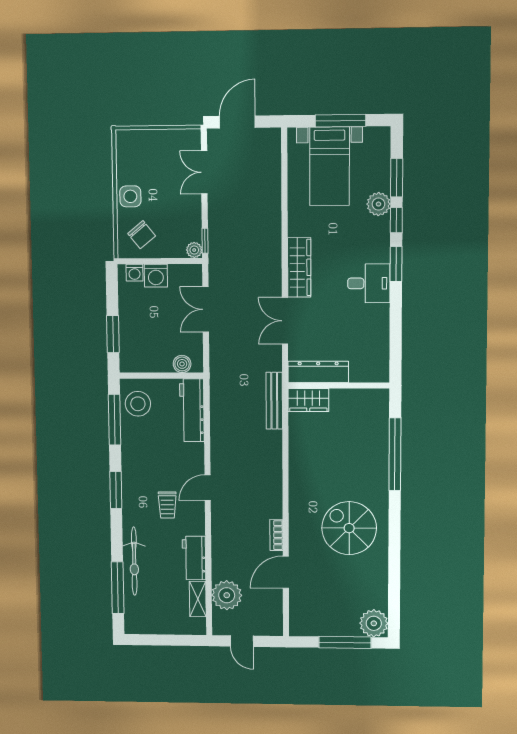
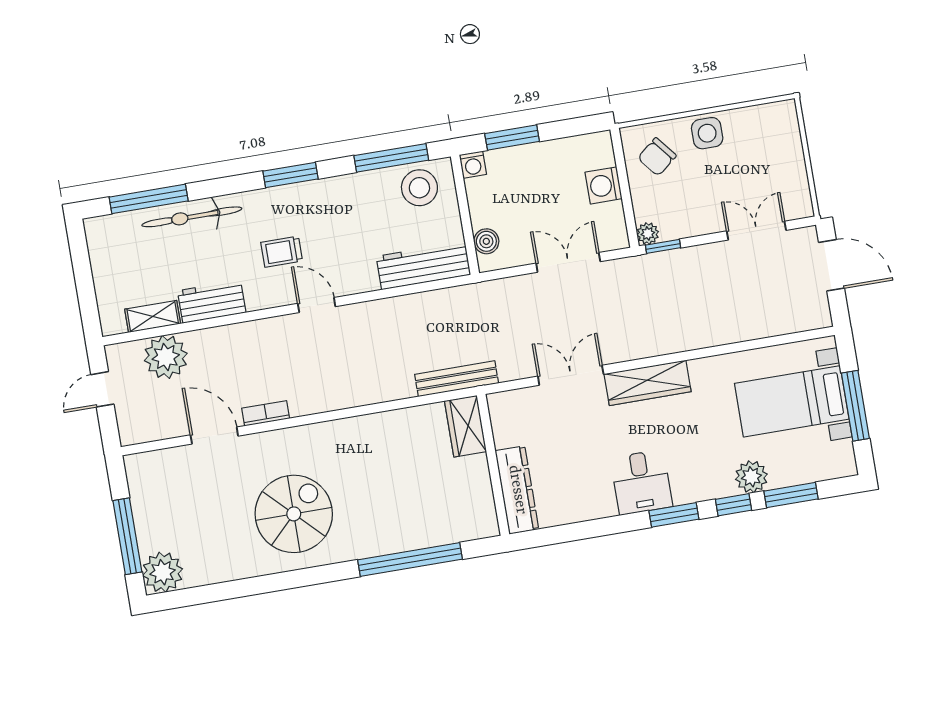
washing machine: (134, 273) -> (473, 165), moved, turned -90
dresser: (318, 372) -> (517, 490), moved

